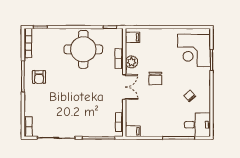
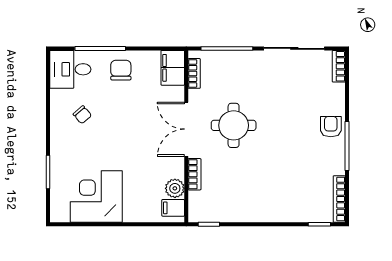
round table: (83, 49) -> (234, 125), moved, width x0.73, depth x0.73
corner desk: (194, 50) -> (96, 196), moved, turned -90
plant: (131, 62) -> (175, 188), moved
armchair: (39, 77) -> (331, 127), moved
chair: (155, 78) -> (121, 70), moved
double door: (124, 87) -> (186, 129), width x1.37
filing cabinet: (133, 131) -> (173, 68), width x2.00

